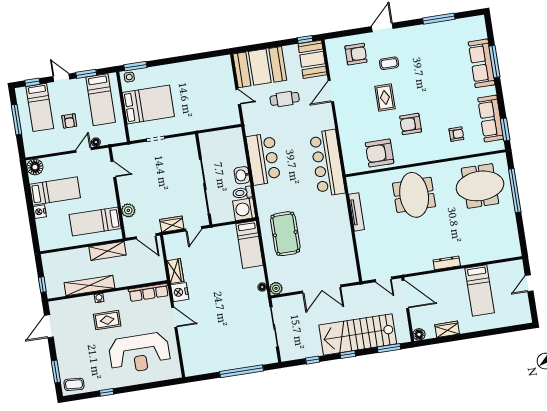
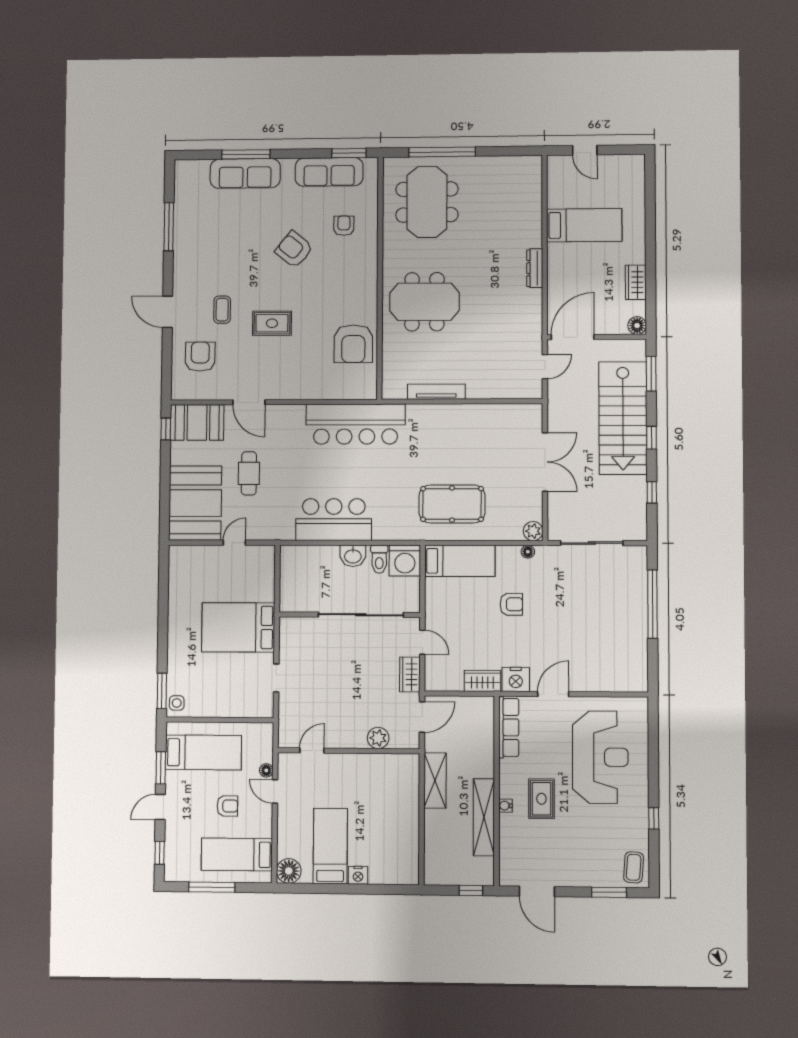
bed: (148, 105) -> (238, 627), moved, turned -90
bed: (40, 107) -> (237, 854), moved, turned 180
armchair: (411, 124) -> (294, 249), moved, turned 129
bed: (95, 222) -> (387, 792), removed
armchair: (227, 282) -> (511, 604), added

